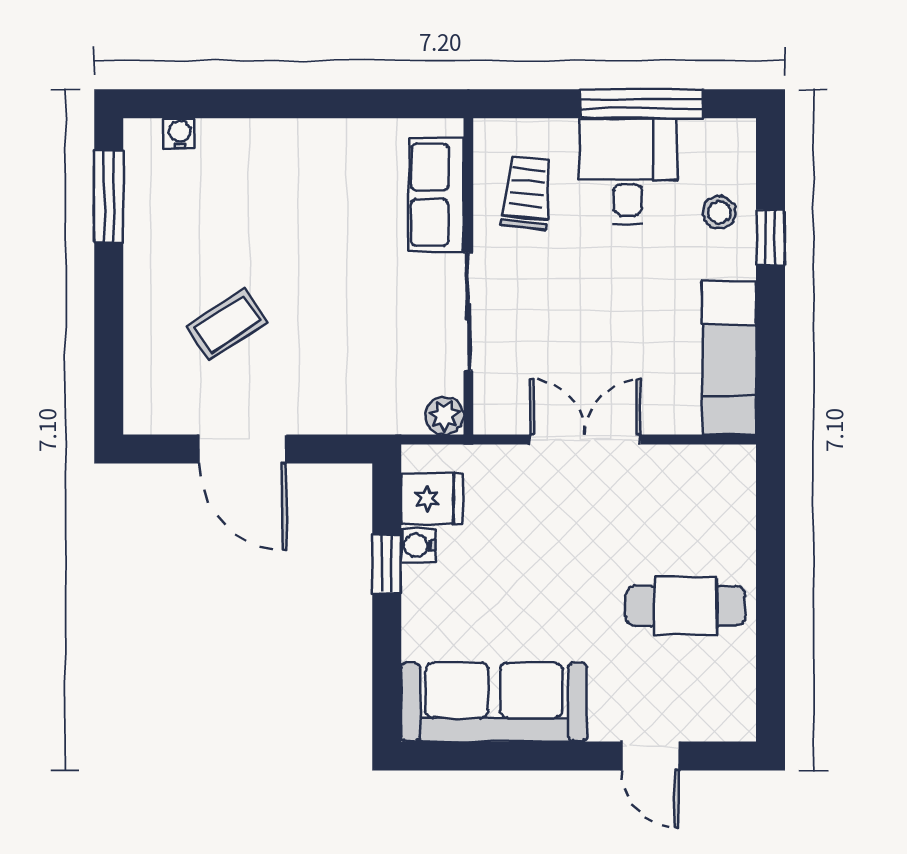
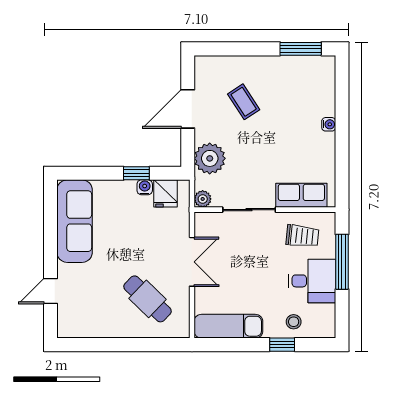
window: (642, 104) -> (342, 262), moved
water cooler: (180, 134) -> (329, 124), moved
plant: (354, 400) -> (210, 158), added
cafe table: (685, 606) -> (148, 299), moved, turned -46

